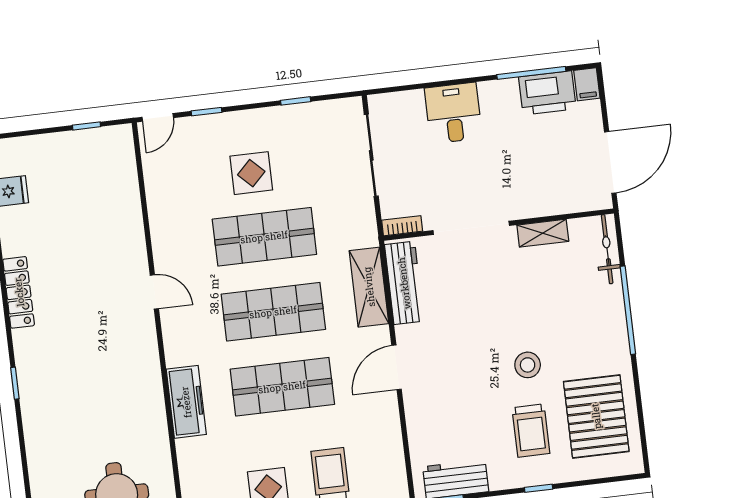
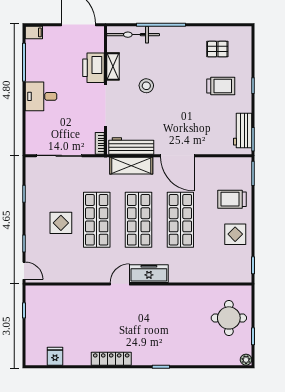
printer: (547, 93) -> (93, 68), moved, turned 180
desk: (453, 113) -> (41, 96), moved
bicycle: (607, 249) -> (133, 35), width x1.37, depth x1.40
stool: (528, 365) -> (146, 86), moved
door: (397, 367) -> (177, 156), width x1.36
freezer: (186, 402) -> (149, 274), moved
pallet: (596, 416) -> (217, 49), width x0.49, depth x0.50

